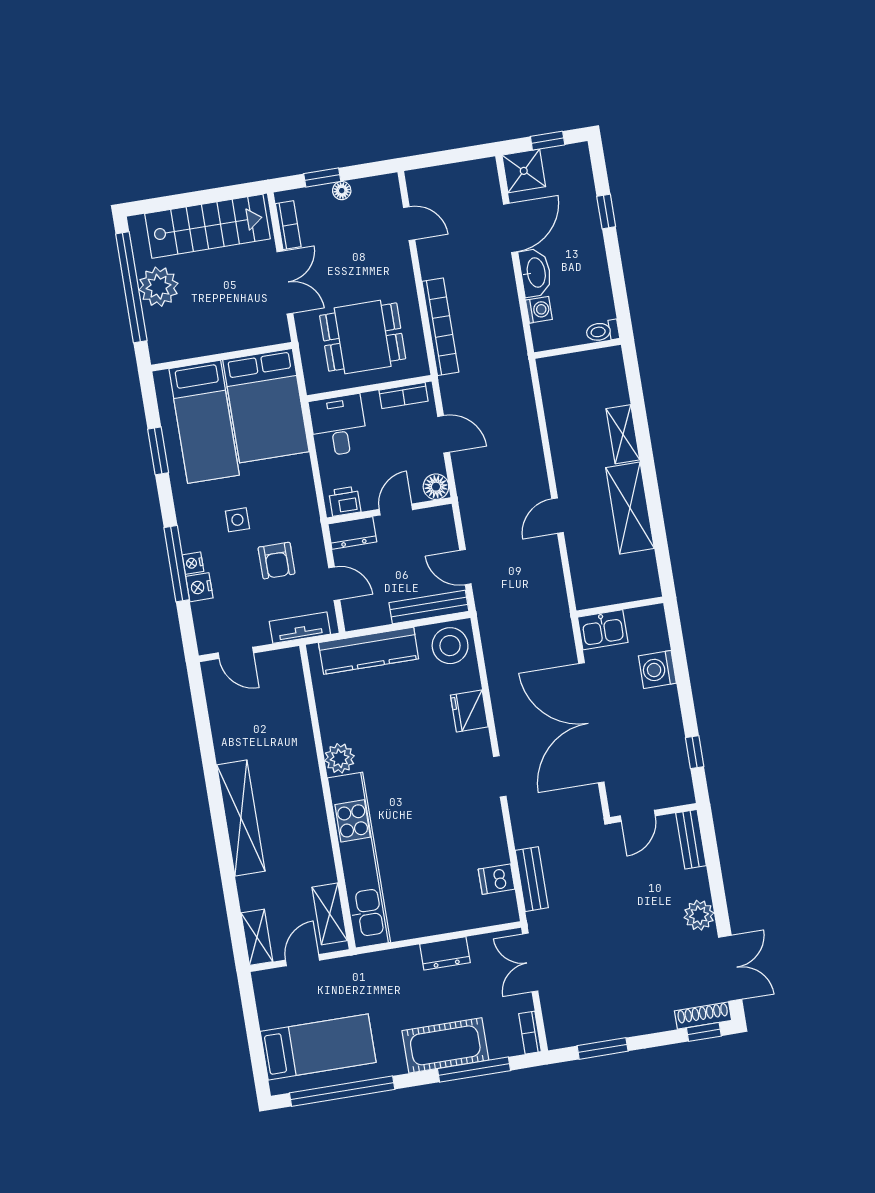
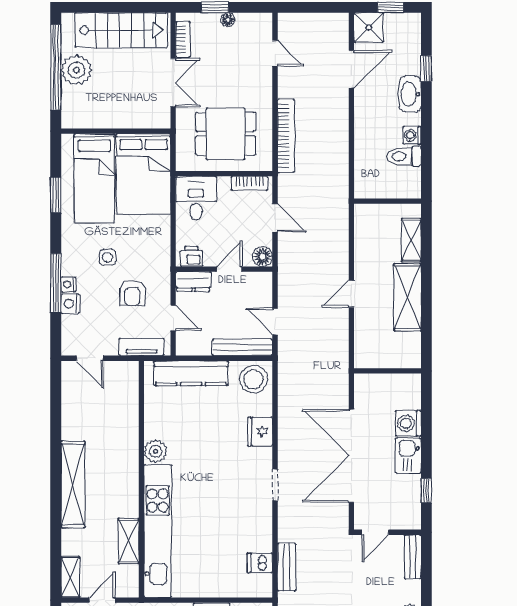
washbasin: (535, 273) -> (410, 94), moved, turned 180
washing machine: (539, 310) -> (412, 135), moved, turned 180
toilet: (603, 331) -> (404, 156), width x1.37, depth x1.39
wall: (578, 349) -> (387, 201), moved
kitchen sink: (603, 630) -> (408, 455), moved, turned 90
shelving: (330, 914) -> (129, 541), moved

